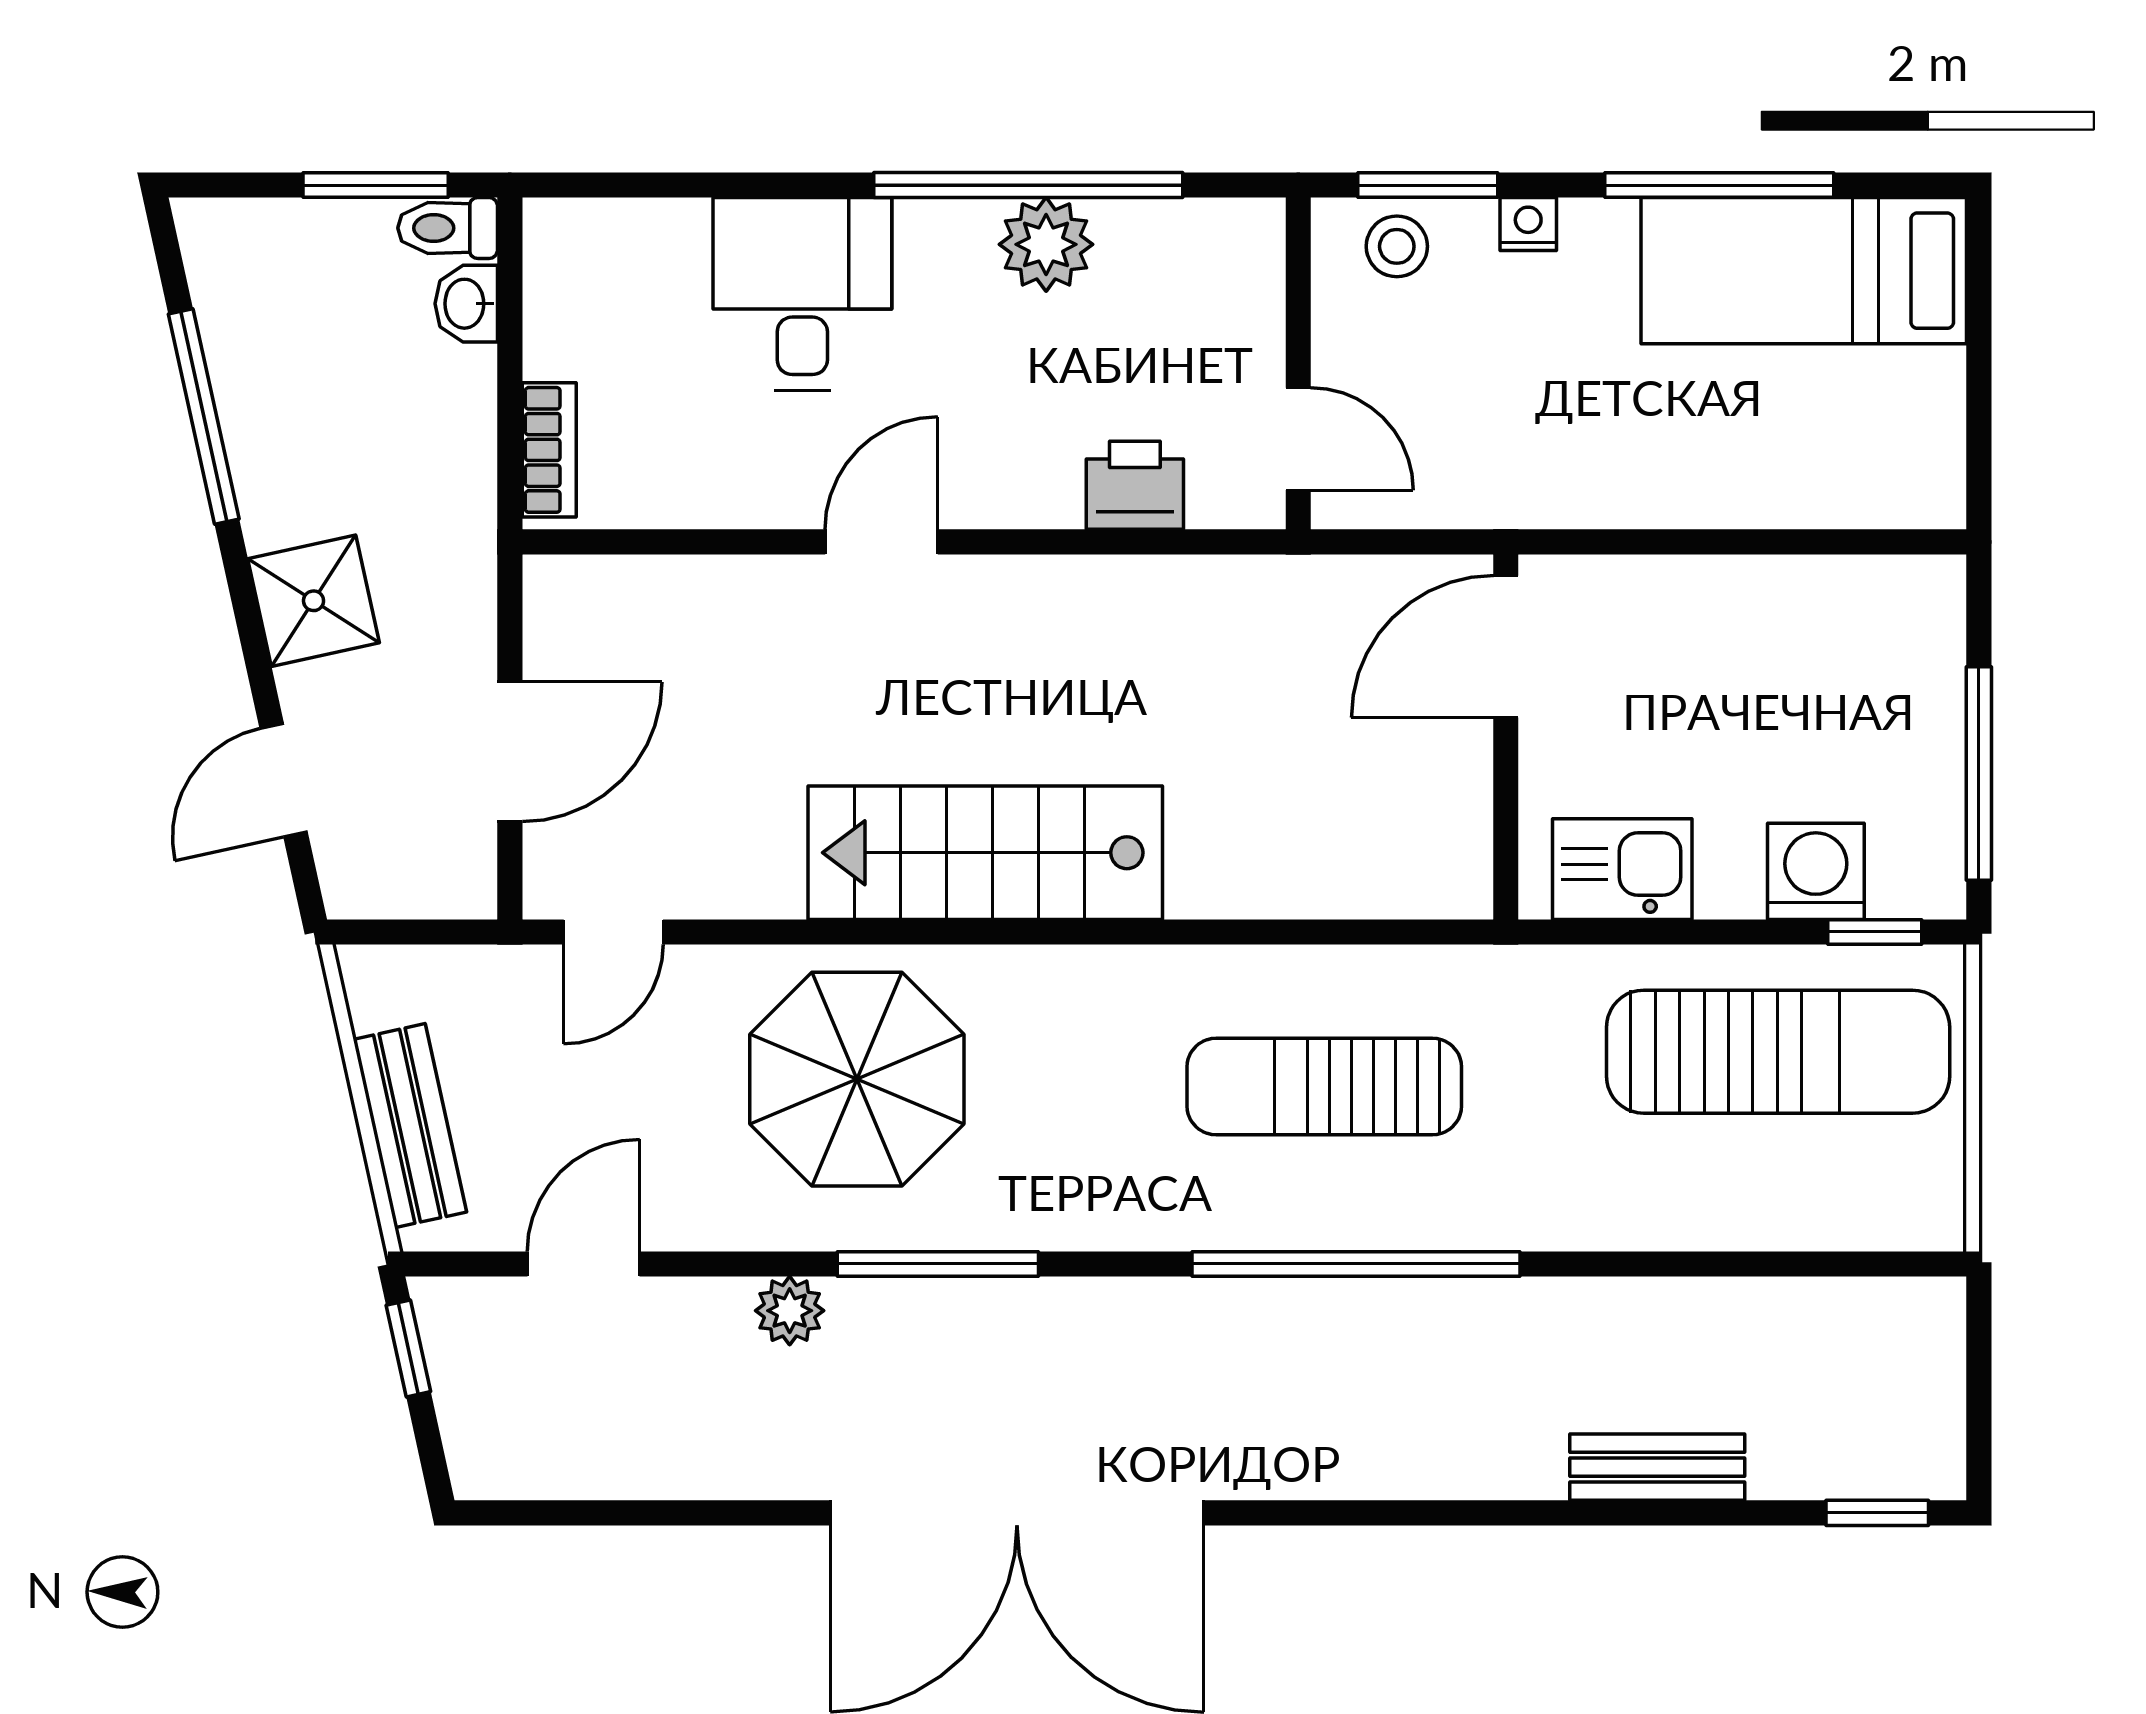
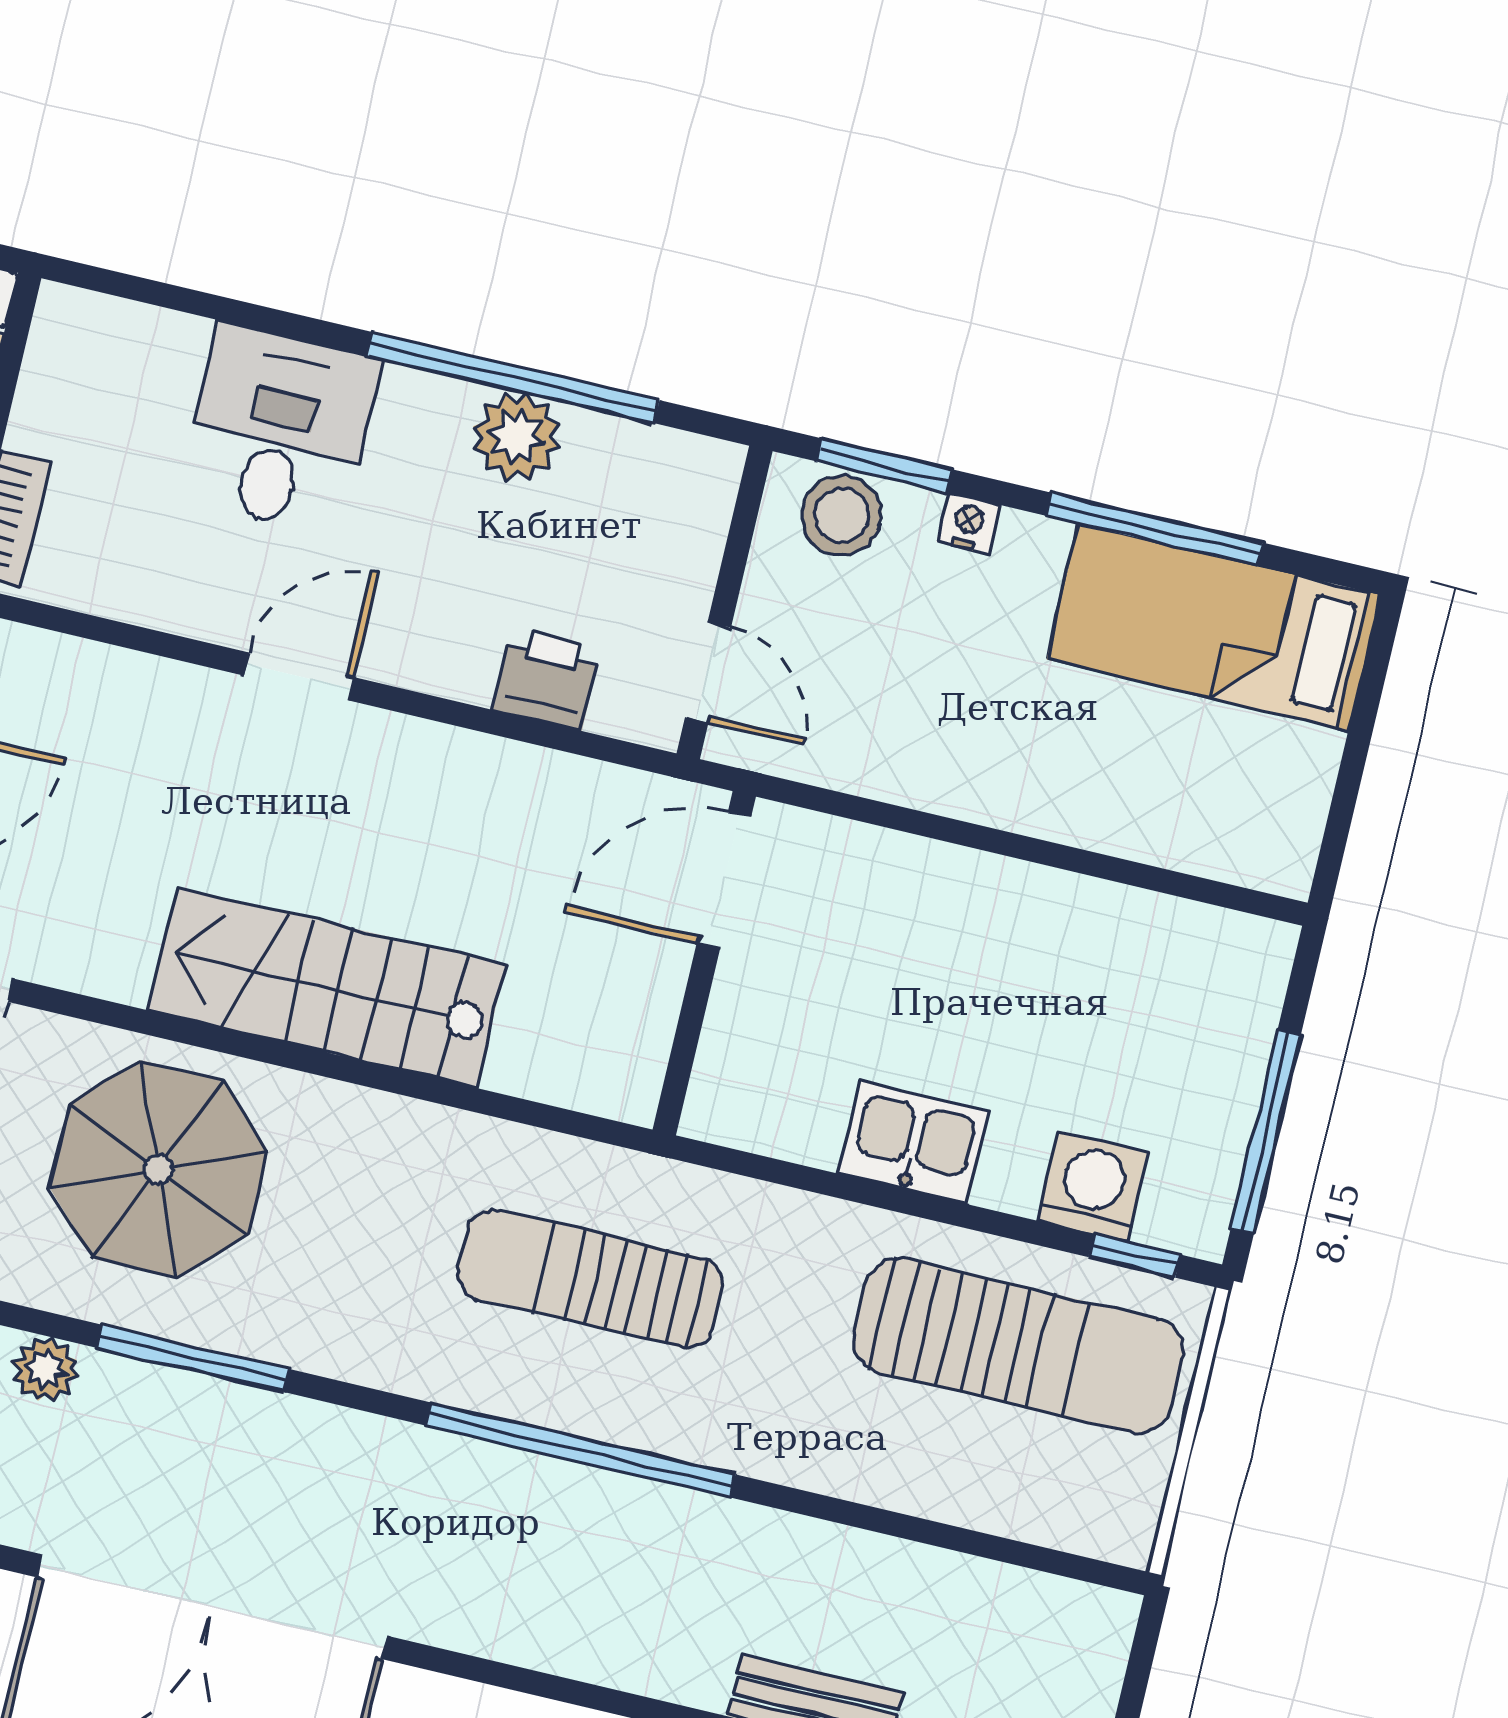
stool: (1397, 246) -> (842, 515), width x1.37, depth x1.37
door: (1506, 647) -> (724, 880), moved
wall: (1506, 737) -> (704, 963), moved

